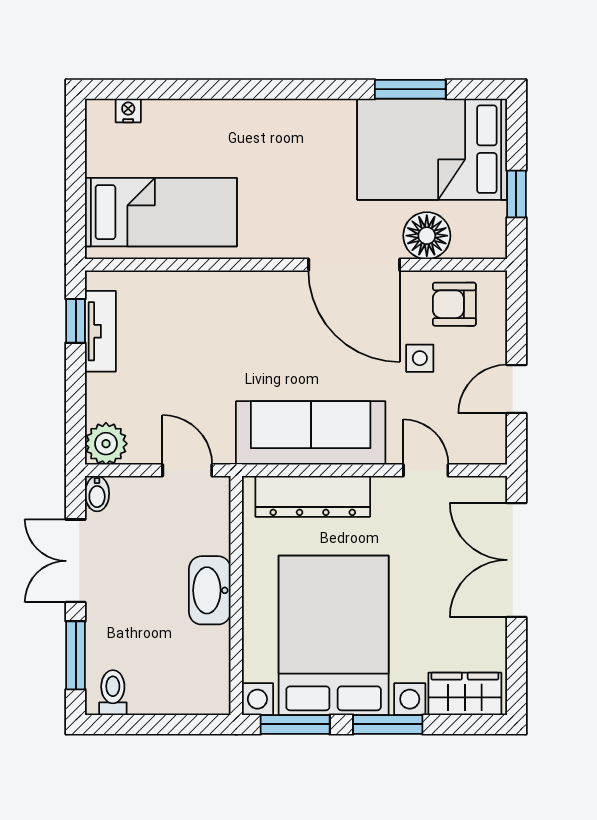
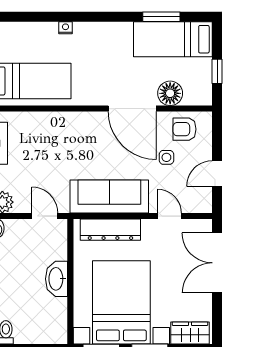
nightstand: (128, 110) -> (65, 28), moved
bed: (432, 149) -> (173, 39), width x0.67

